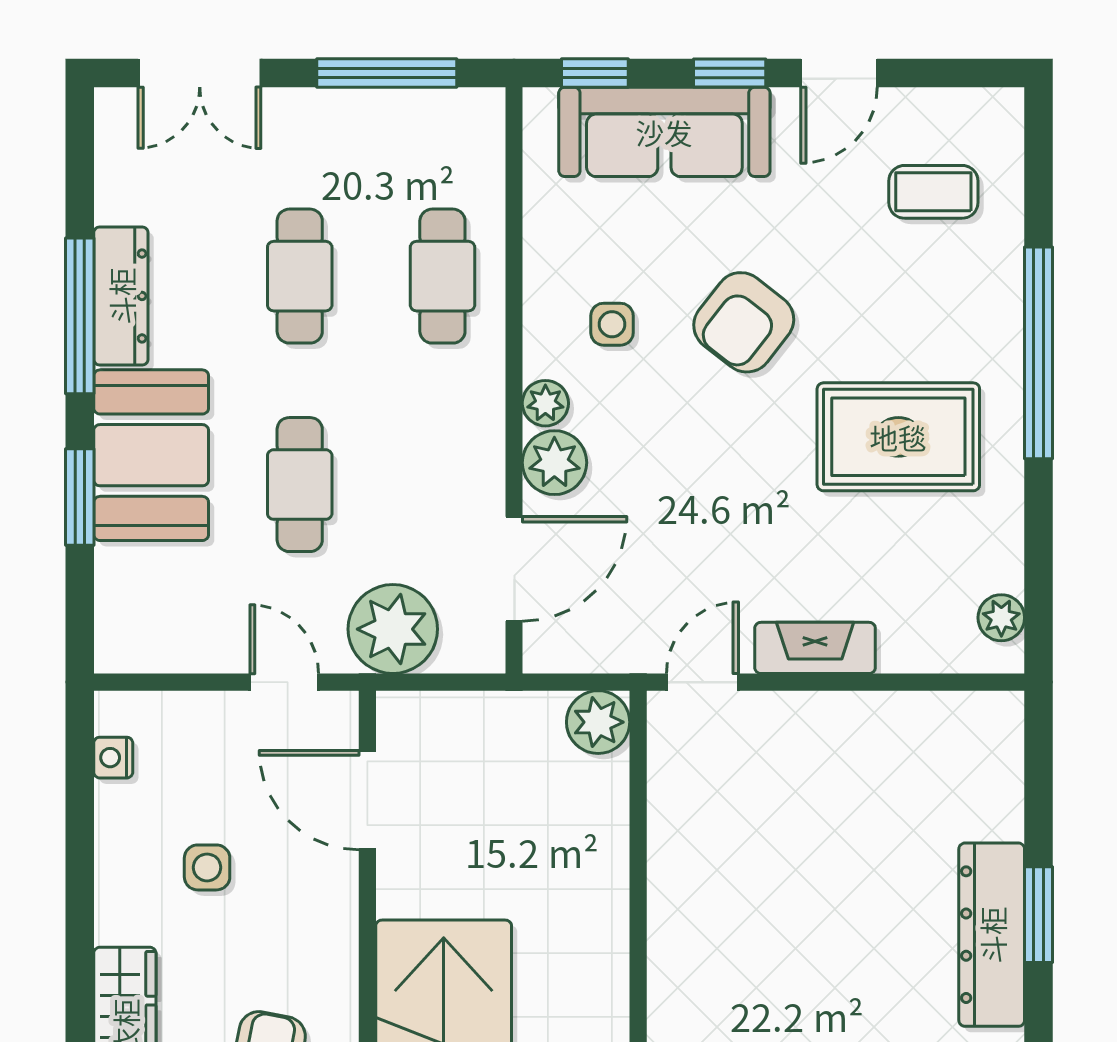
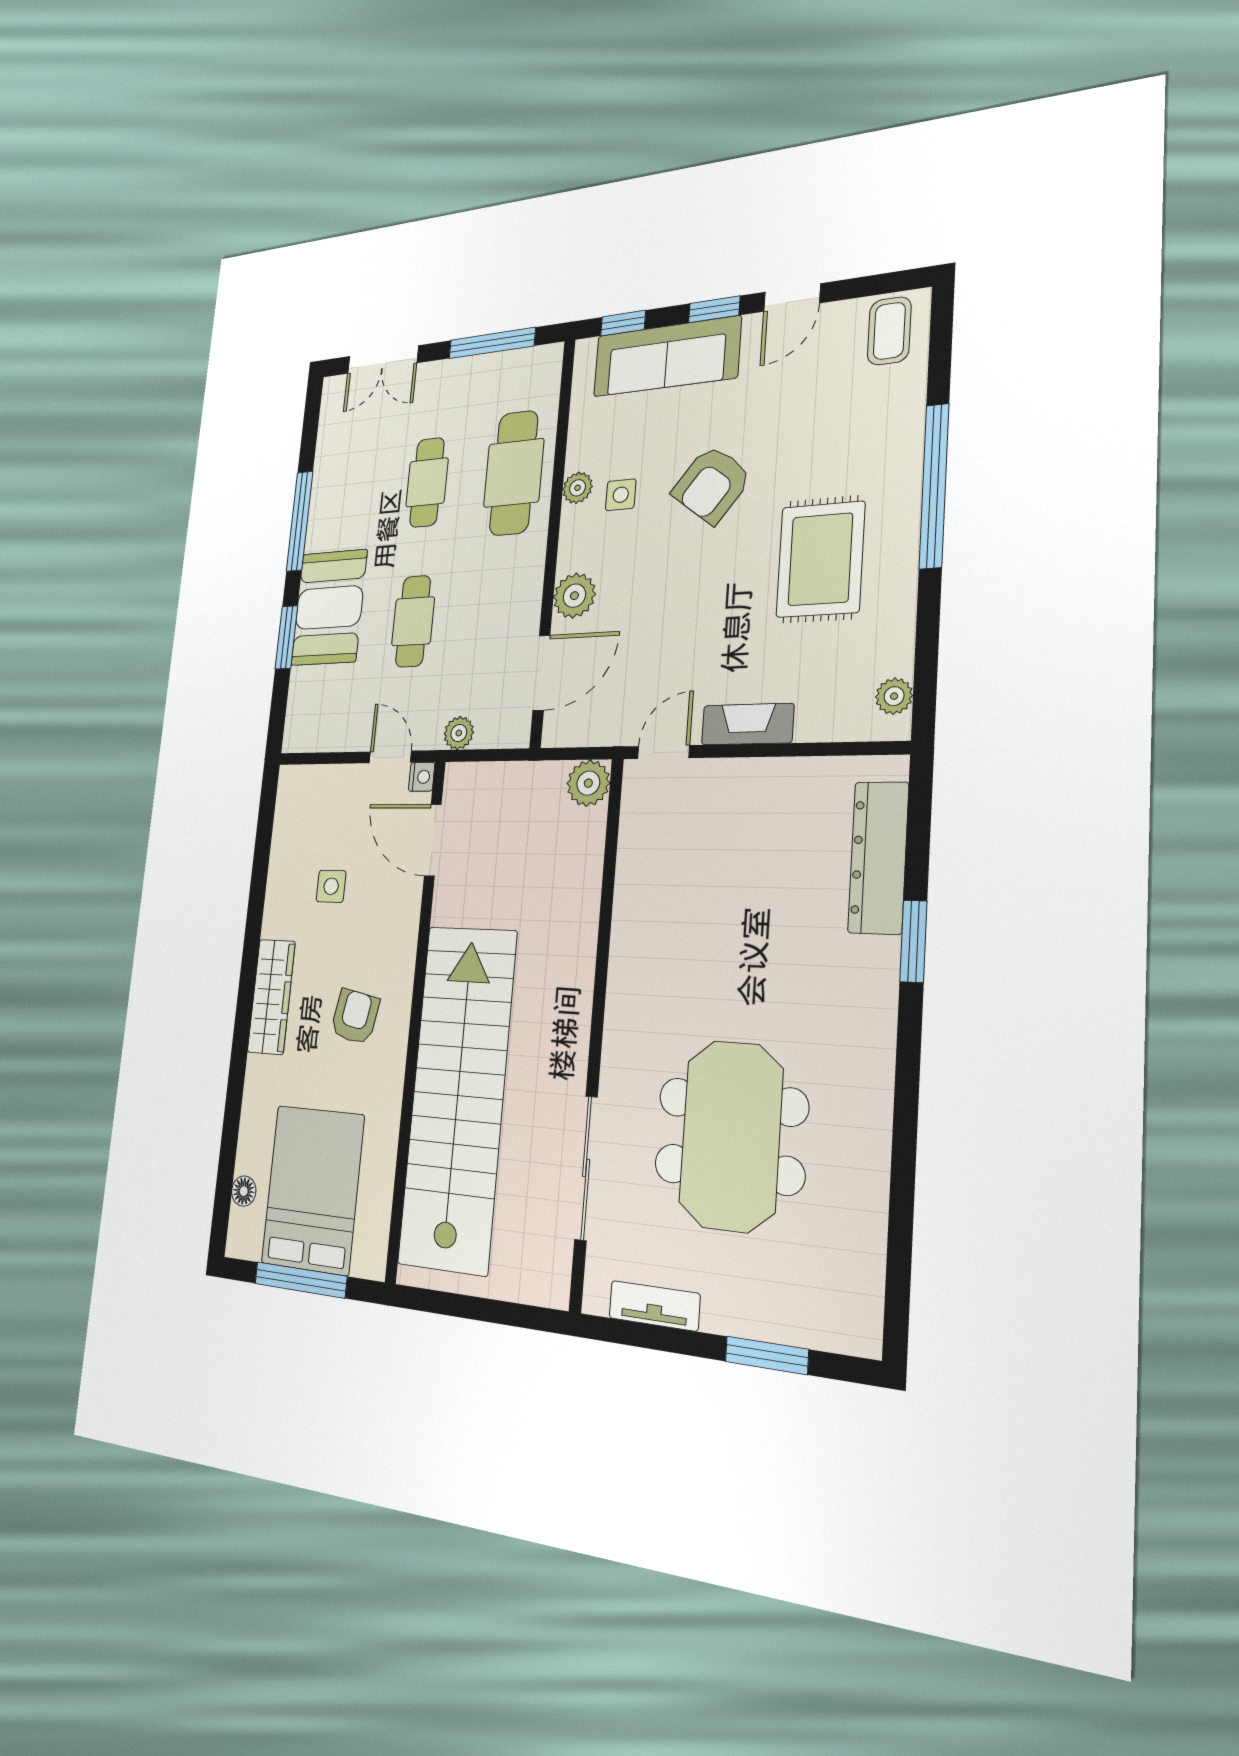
coffee table: (933, 192) -> (889, 331), moved, turned 90
cafe table: (442, 276) -> (514, 473), width x1.37, depth x1.35
dresser: (121, 296) -> (324, 506), removed
plant: (545, 403) -> (578, 488), moved
rug: (898, 437) -> (820, 559), turned 90
plant: (393, 629) -> (459, 733), width x0.53, depth x0.53
nightstand: (113, 758) -> (422, 777), moved, turned 180
dresser: (992, 935) -> (878, 857), moved

